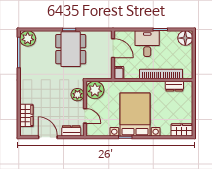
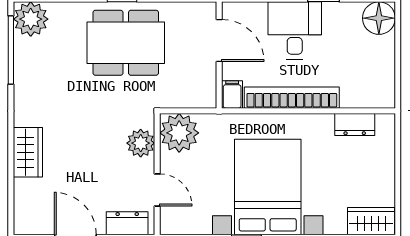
dining table: (71, 49) -> (126, 43), turned 90
bookcase: (161, 74) -> (292, 98), moved
wardrobe: (26, 115) -> (28, 152), moved

